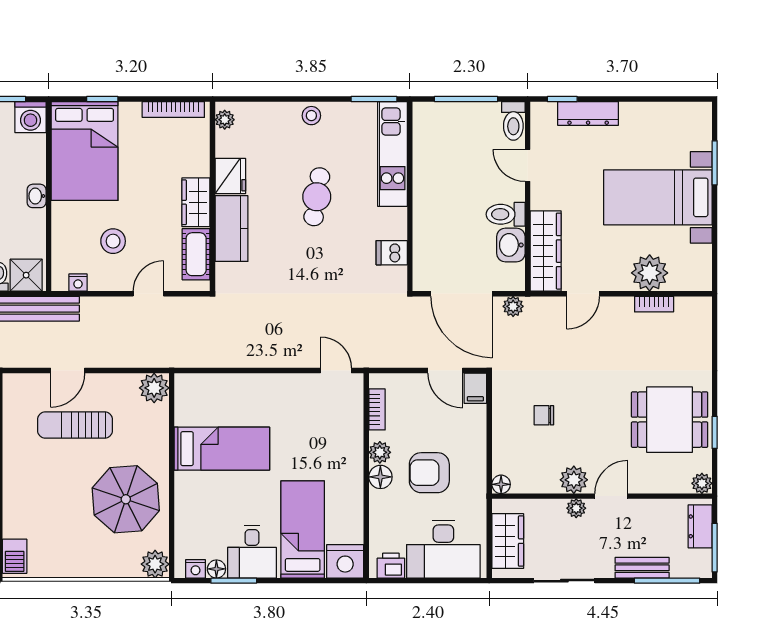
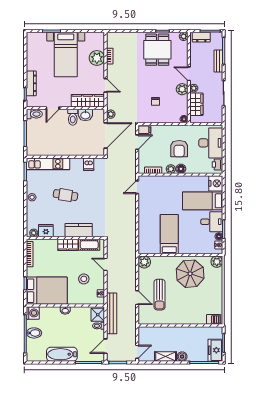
fridge: (230, 176) -> (46, 231), moved
wardrobe: (508, 541) -> (196, 104), moved, turned 90

